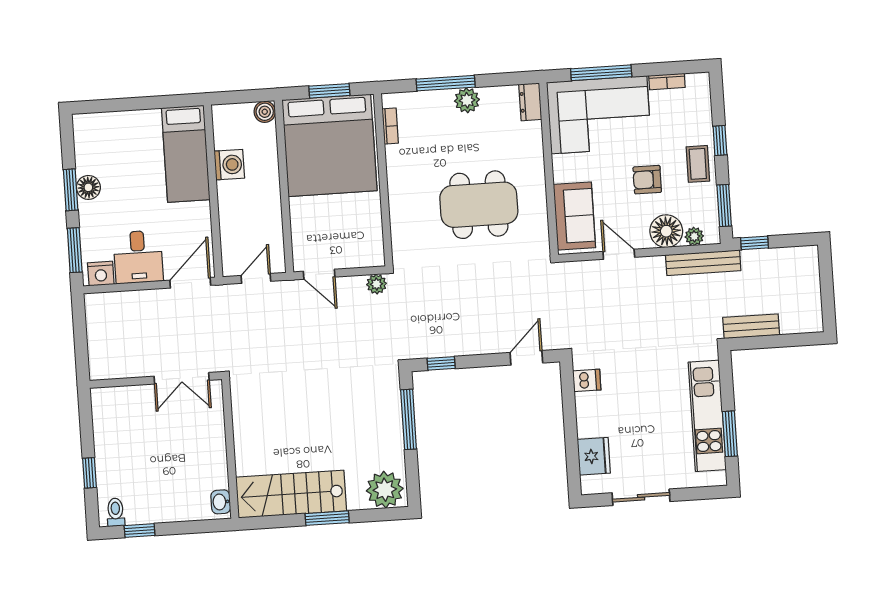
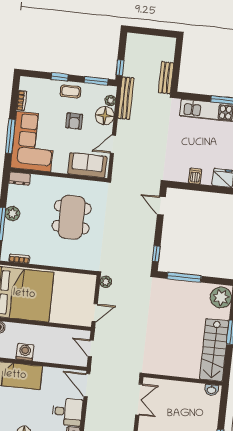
dishwasher: (587, 380) -> (195, 176), moved

